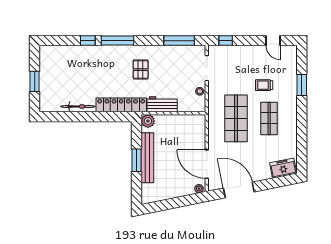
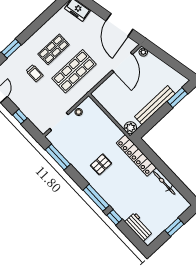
window: (226, 41) -> (20, 117), moved
workbench: (162, 104) -> (139, 227), moved, turned 180
window: (136, 160) -> (177, 98), moved

